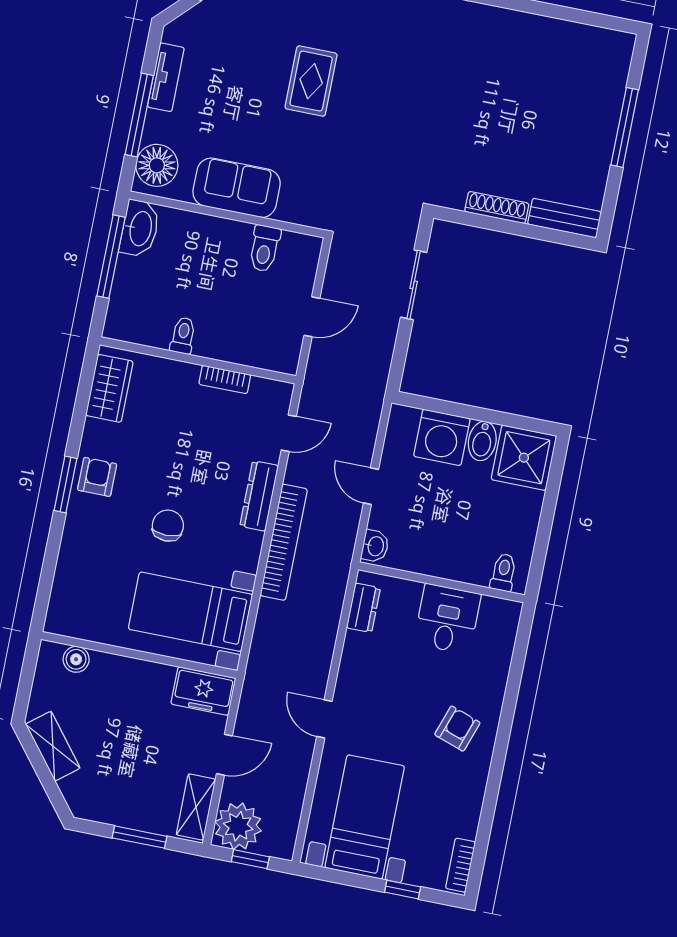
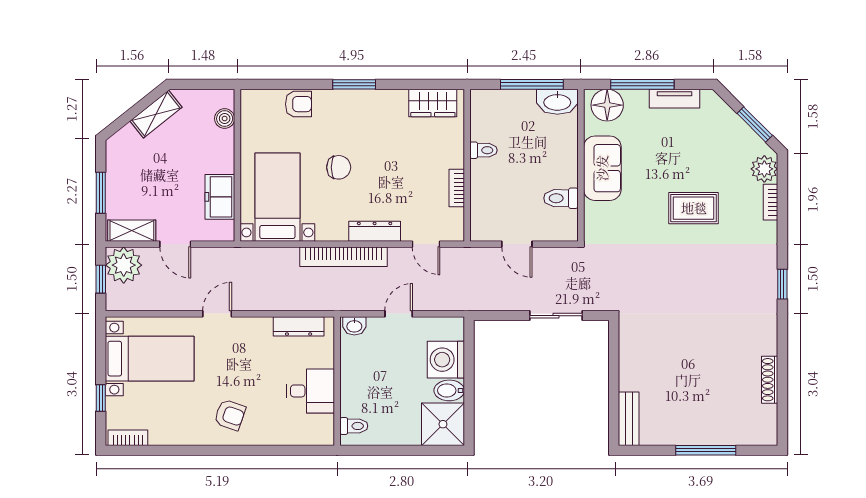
shoe rack: (497, 207) -> (770, 380), moved, turned 180
armchair: (97, 477) -> (298, 104), moved
dresser: (363, 608) -> (299, 326), width x1.44
freezer: (203, 691) -> (220, 197), moved

